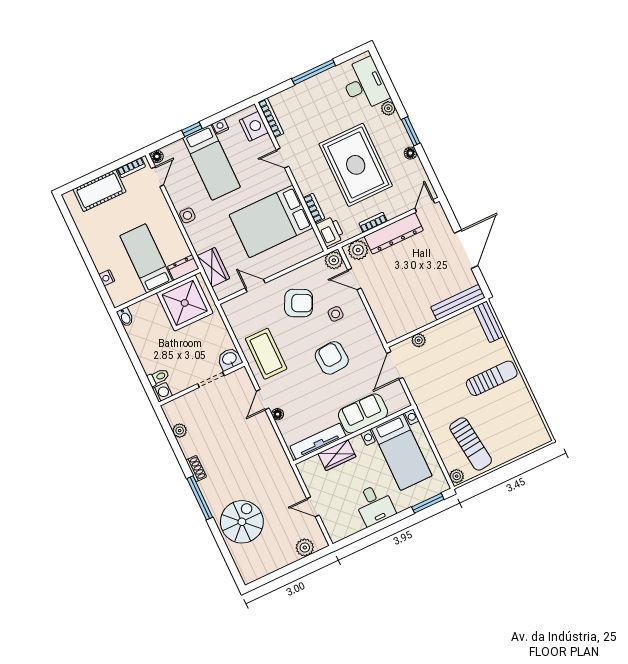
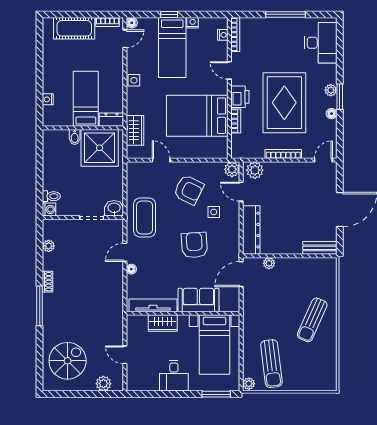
plant: (388, 108) -> (331, 90), moved
nightstand: (254, 126) -> (223, 35), width x0.53, depth x0.56
bookcase: (373, 222) -> (283, 154), width x1.56
printer: (330, 231) -> (240, 97), moved
dresser: (394, 233) -> (251, 230), moved, turned -90
bench: (458, 302) -> (320, 248), width x0.73
bidet: (125, 317) -> (75, 137), moved
bench: (488, 322) -> (330, 274), removed
sun lounger: (492, 378) -> (312, 320), turned 114
spiral stairs: (242, 522) -> (68, 361), moved

